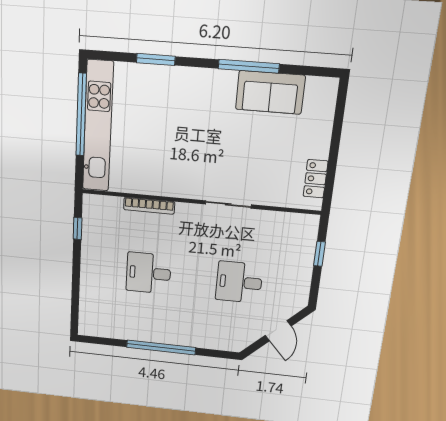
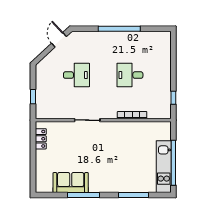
window: (156, 59) -> (133, 195), width x1.44
kitchen unit: (98, 127) -> (164, 167), width x0.73
desk: (148, 273) -> (130, 75), turned 180
door: (278, 331) -> (59, 40), moved

